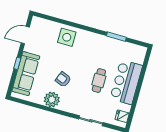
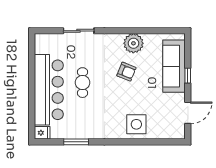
bar counter: (126, 82) -> (49, 90), width x1.36
fridge: (122, 116) -> (42, 133), moved

